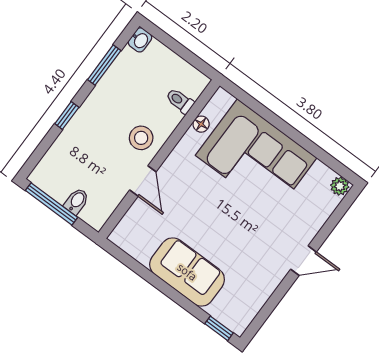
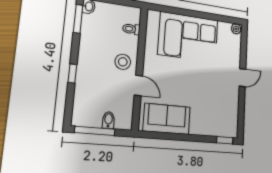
window: (104, 65) -> (78, 19), moved
floor lamp: (201, 124) -> (150, 36), removed
sofa: (187, 272) -> (167, 119), moved

